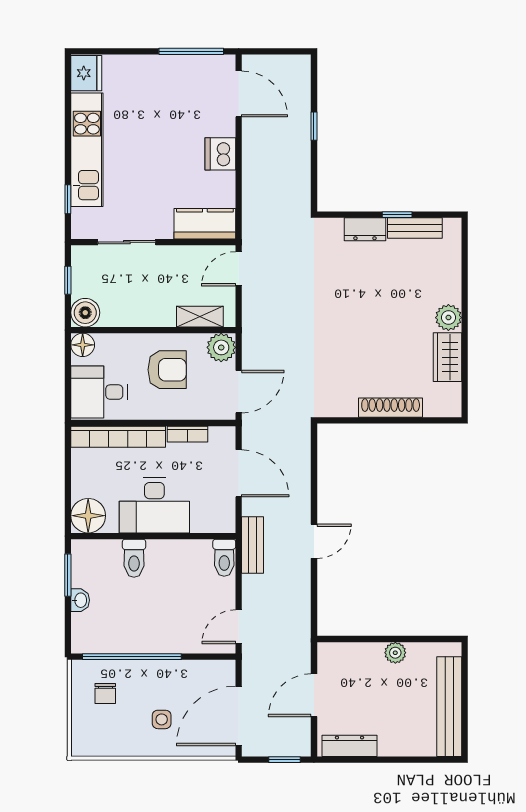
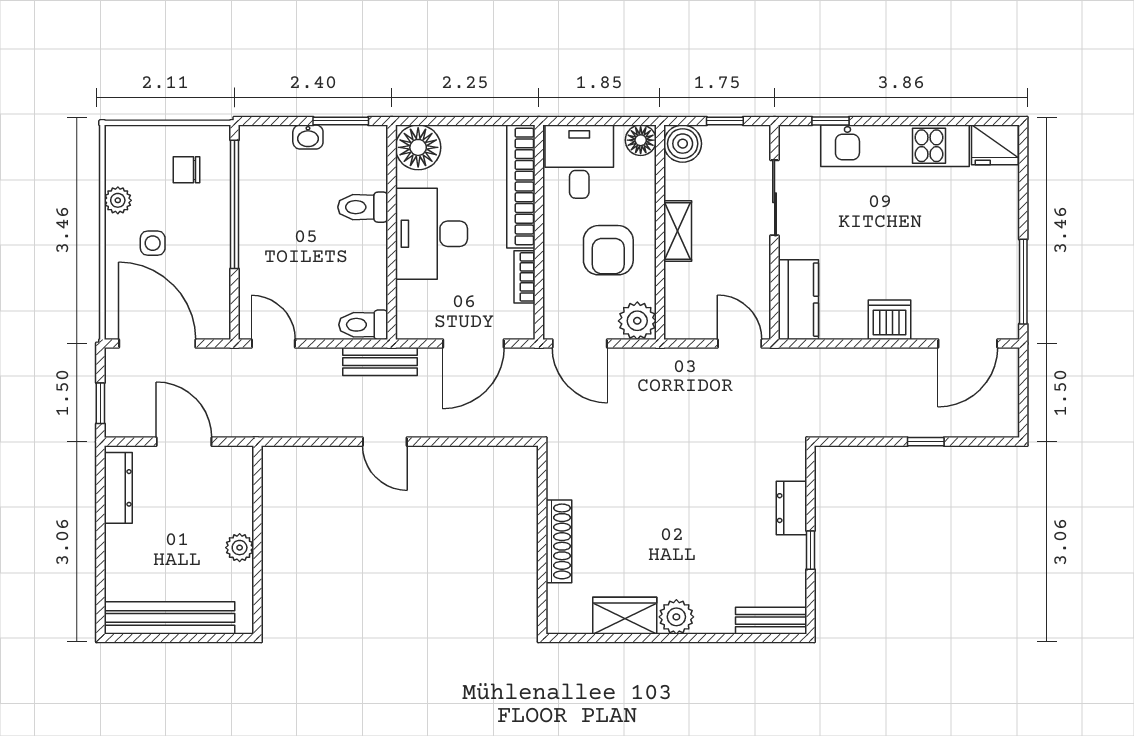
bench: (415, 228) -> (771, 621), moved, turned 90
shelving: (200, 317) -> (678, 231), moved
plant: (129, 746) -> (118, 200), added

